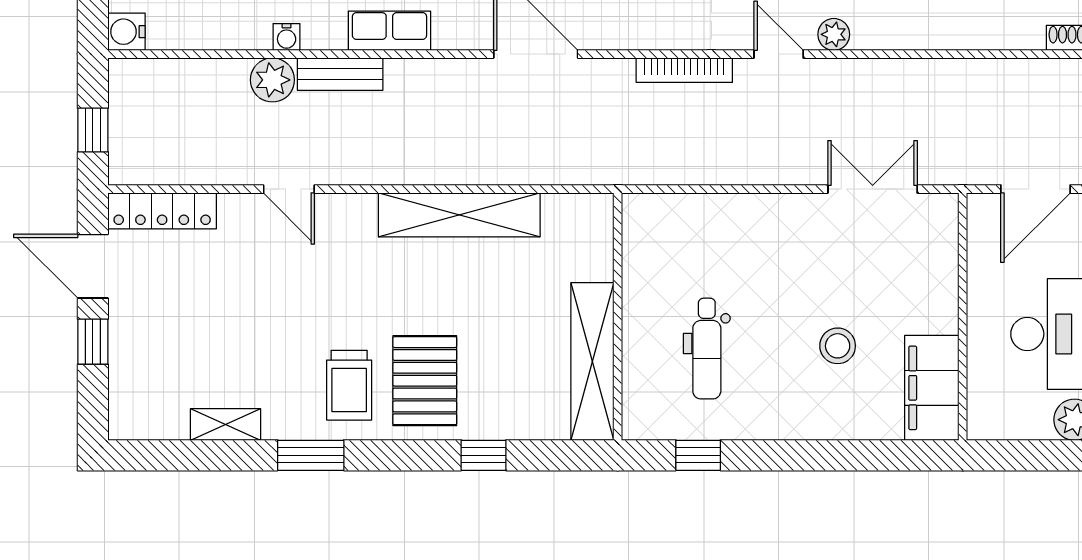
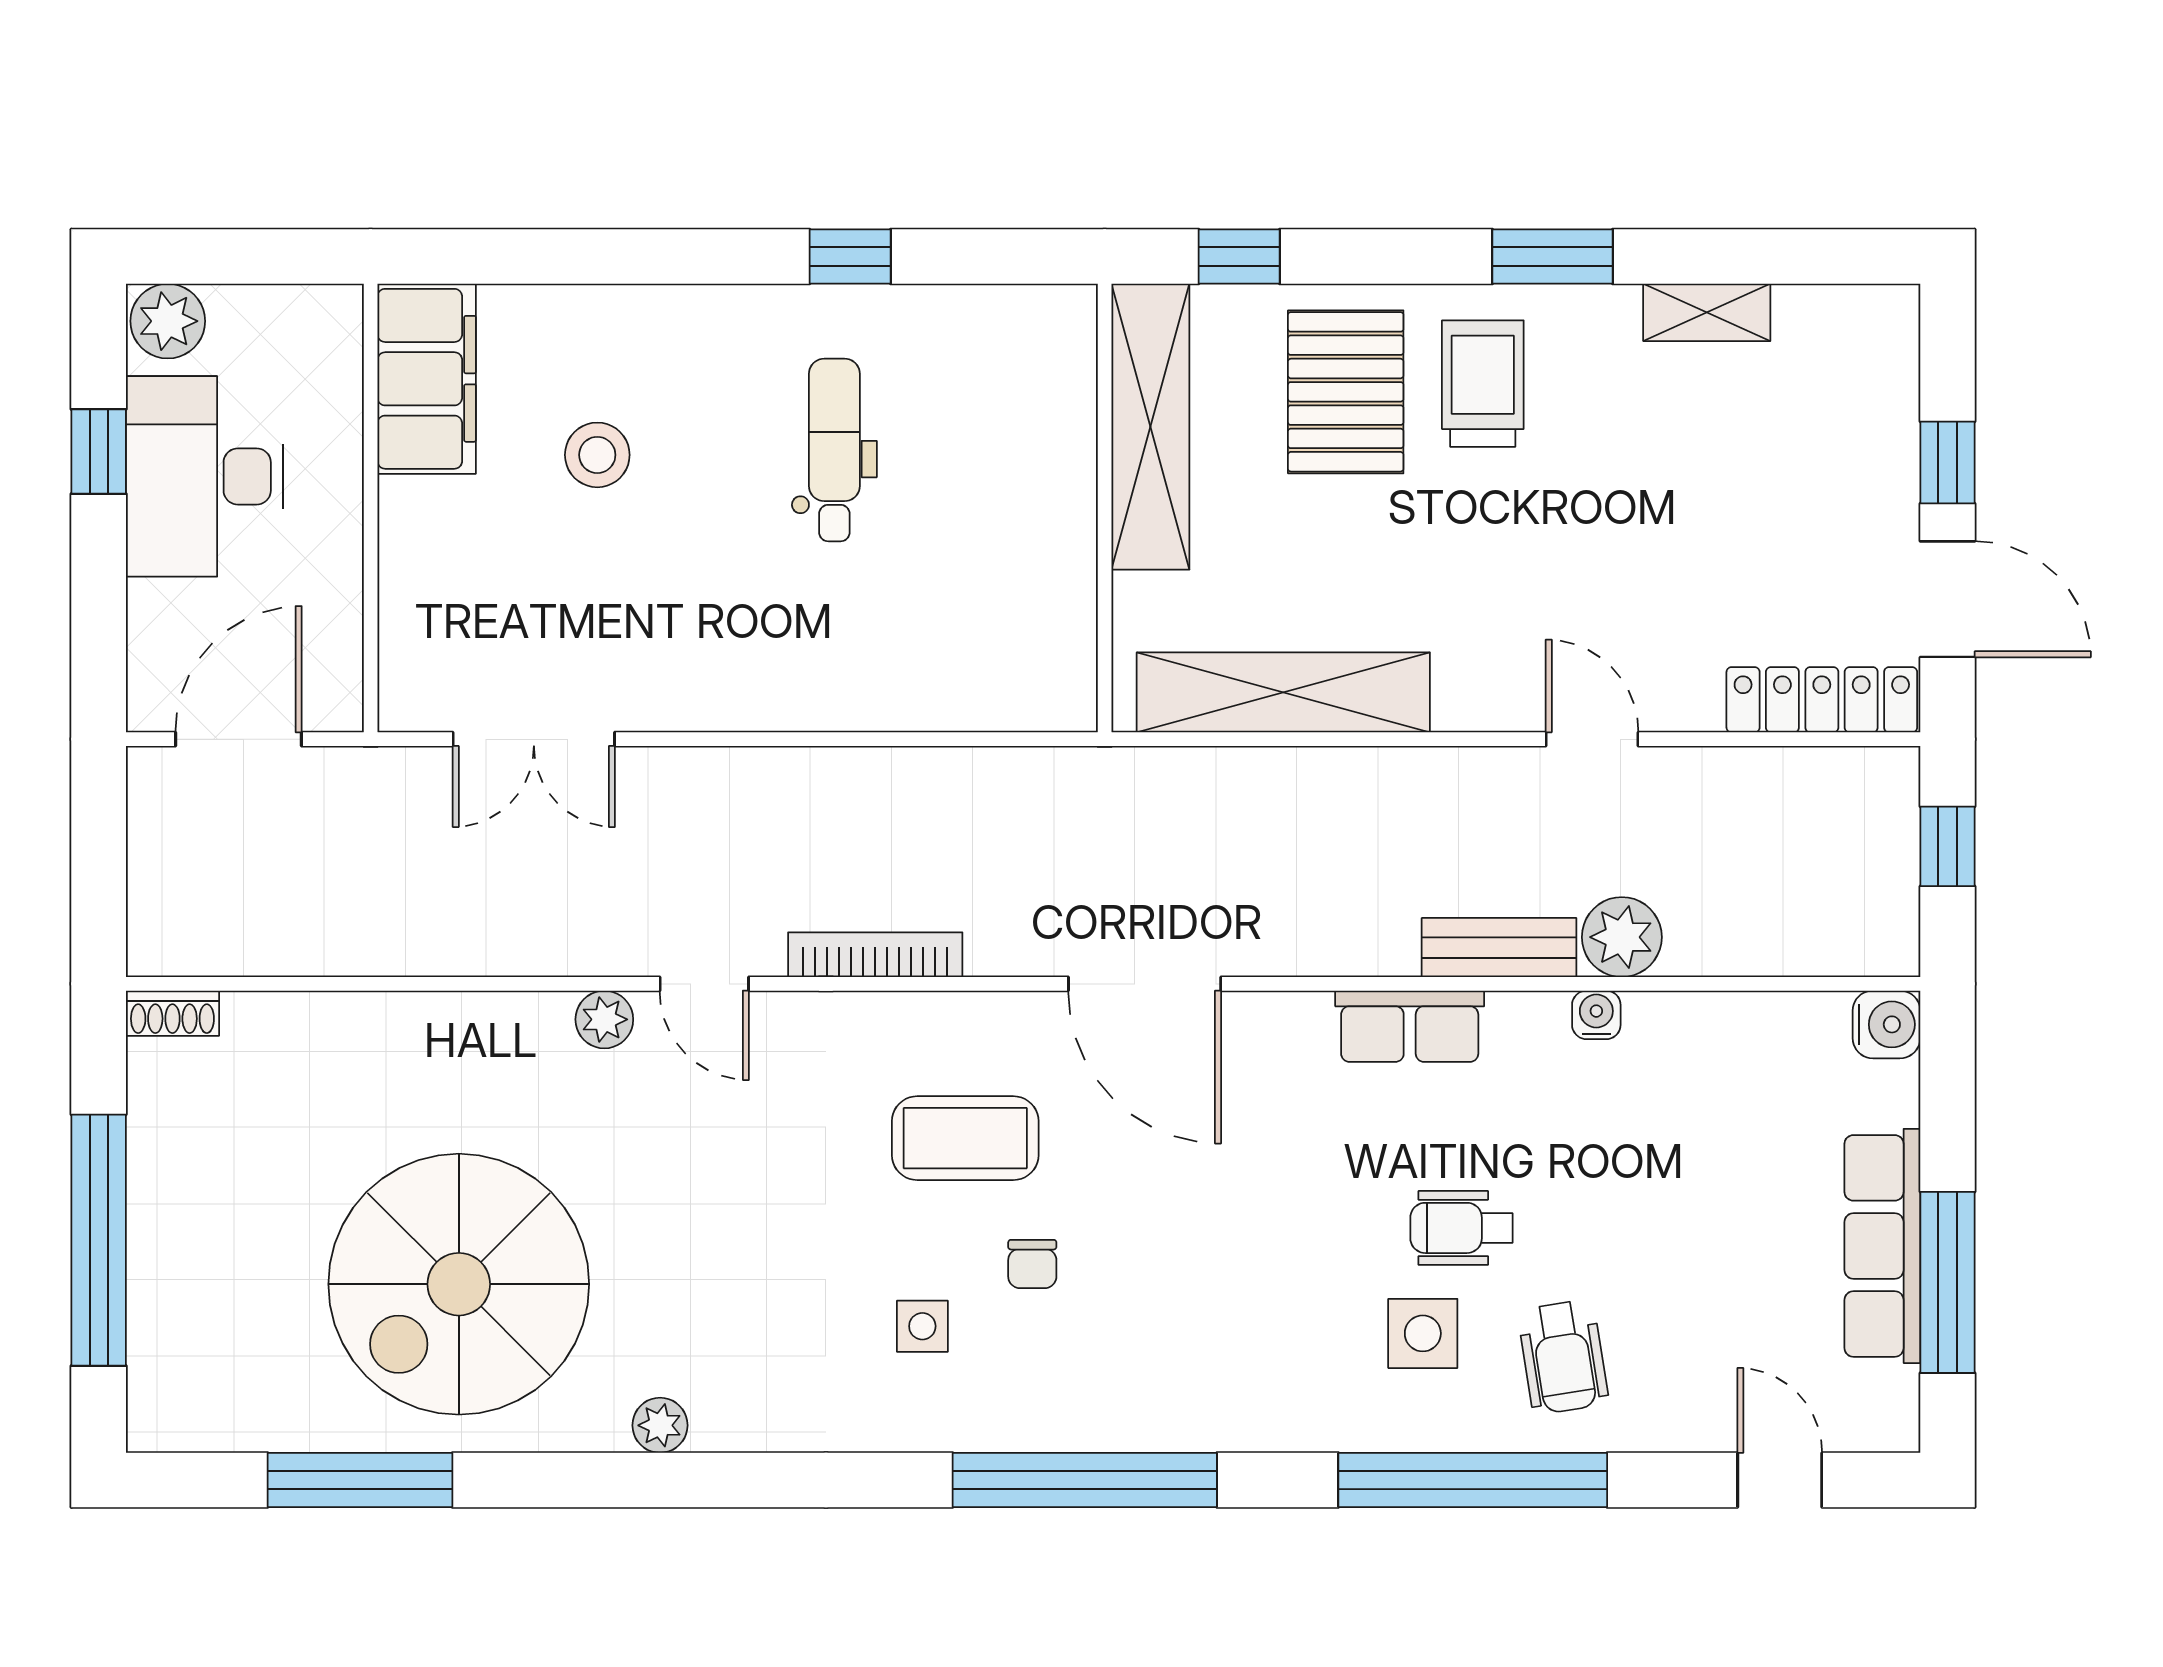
wall: (618, 317) -> (1105, 508), moved
shelving: (592, 361) -> (1150, 427), moved

